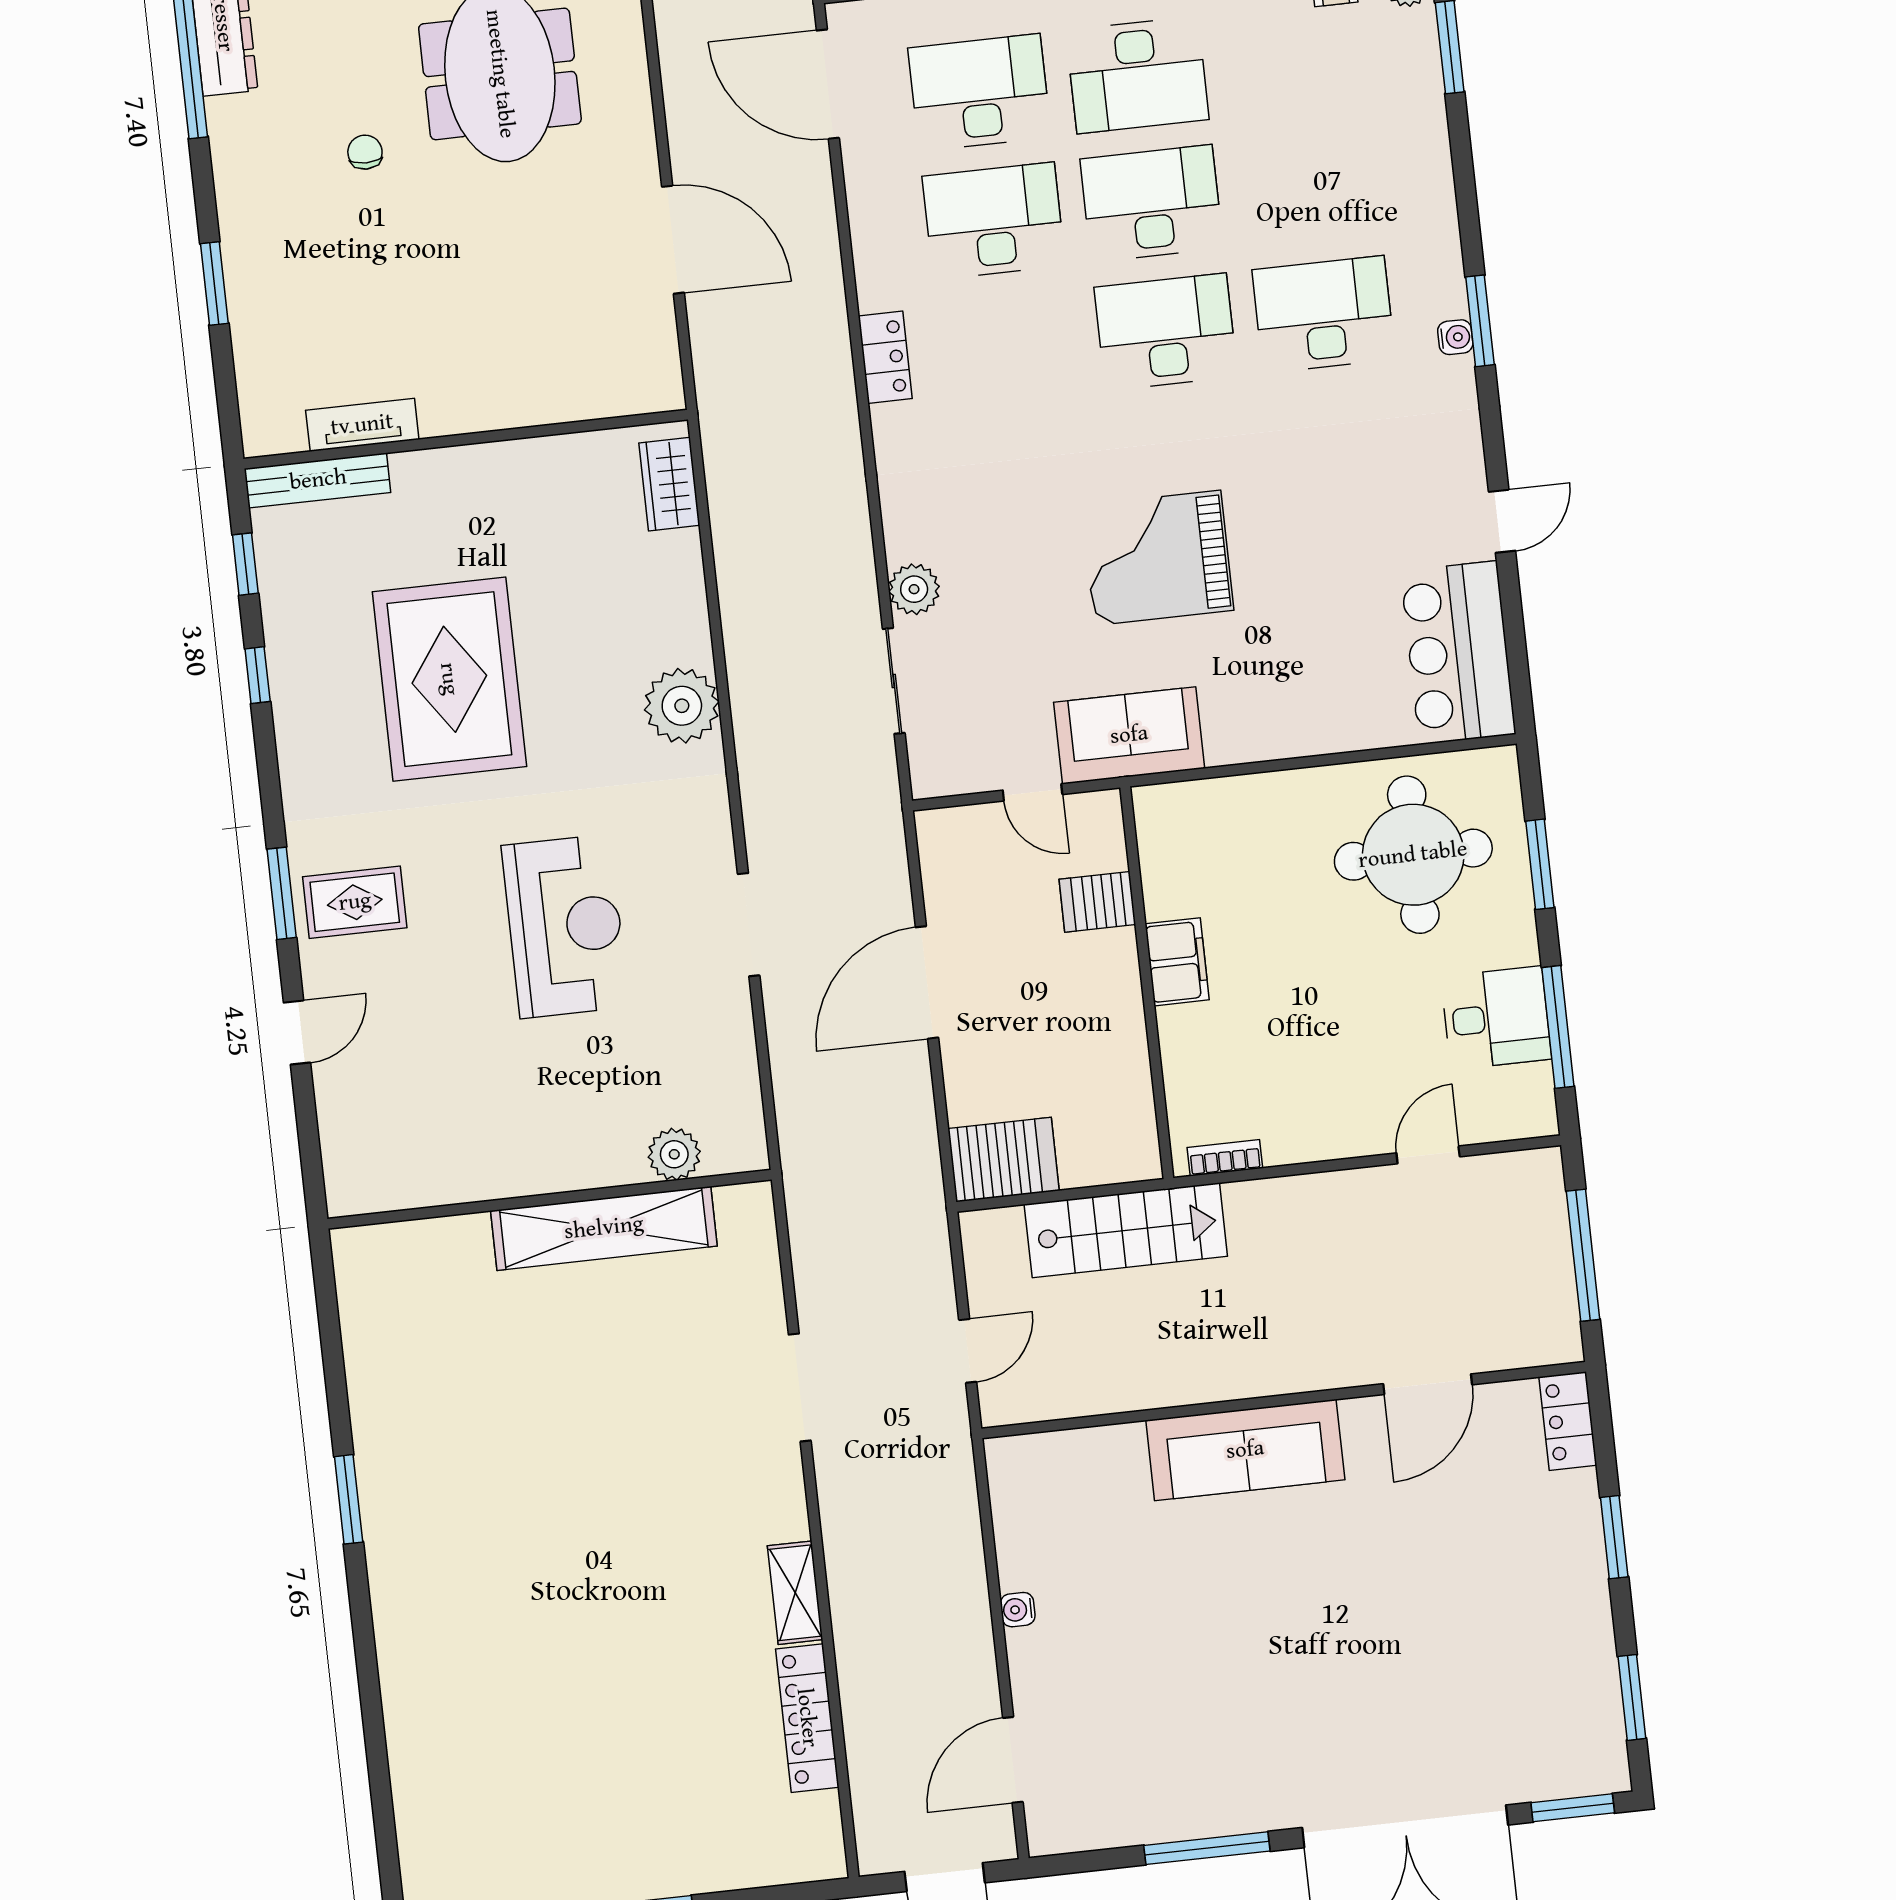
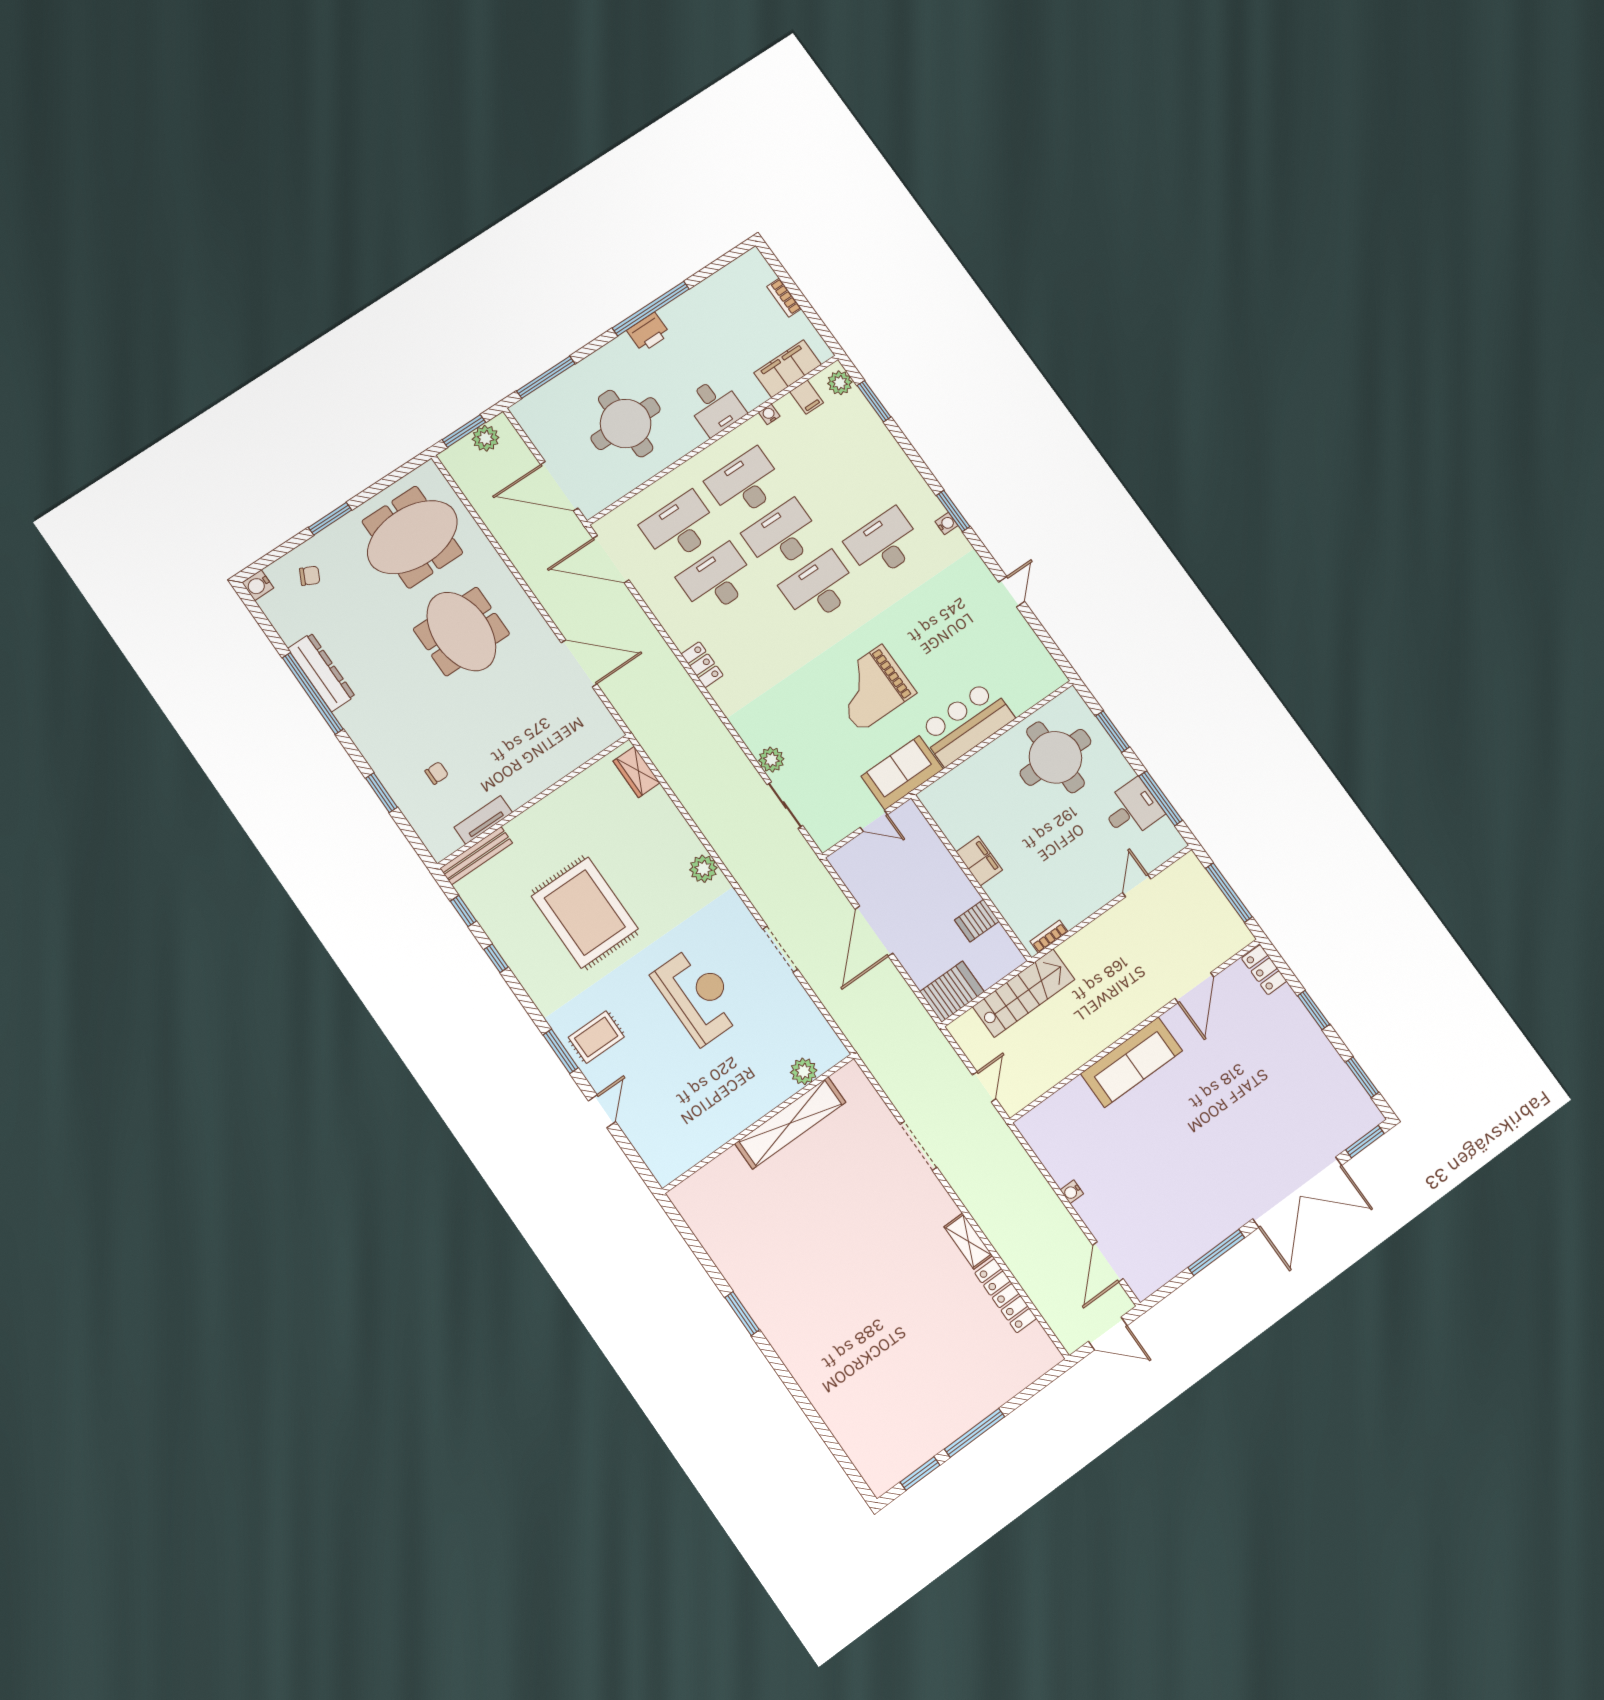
desk: (1137, 75) -> (745, 484), turned 180
chair: (365, 152) -> (437, 773), moved, turned 90
bar counter: (1458, 653) -> (966, 723), moved, turned 90
plant: (682, 706) -> (703, 869), width x0.73, depth x0.73
server rack: (1097, 902) -> (977, 921), moved

